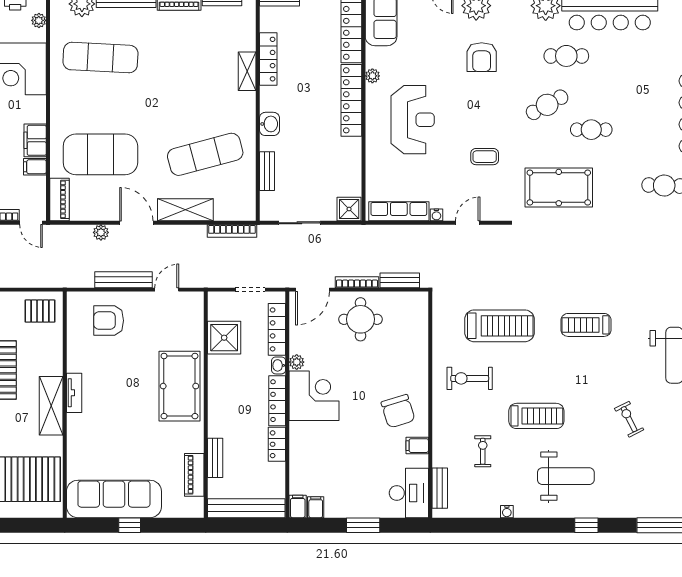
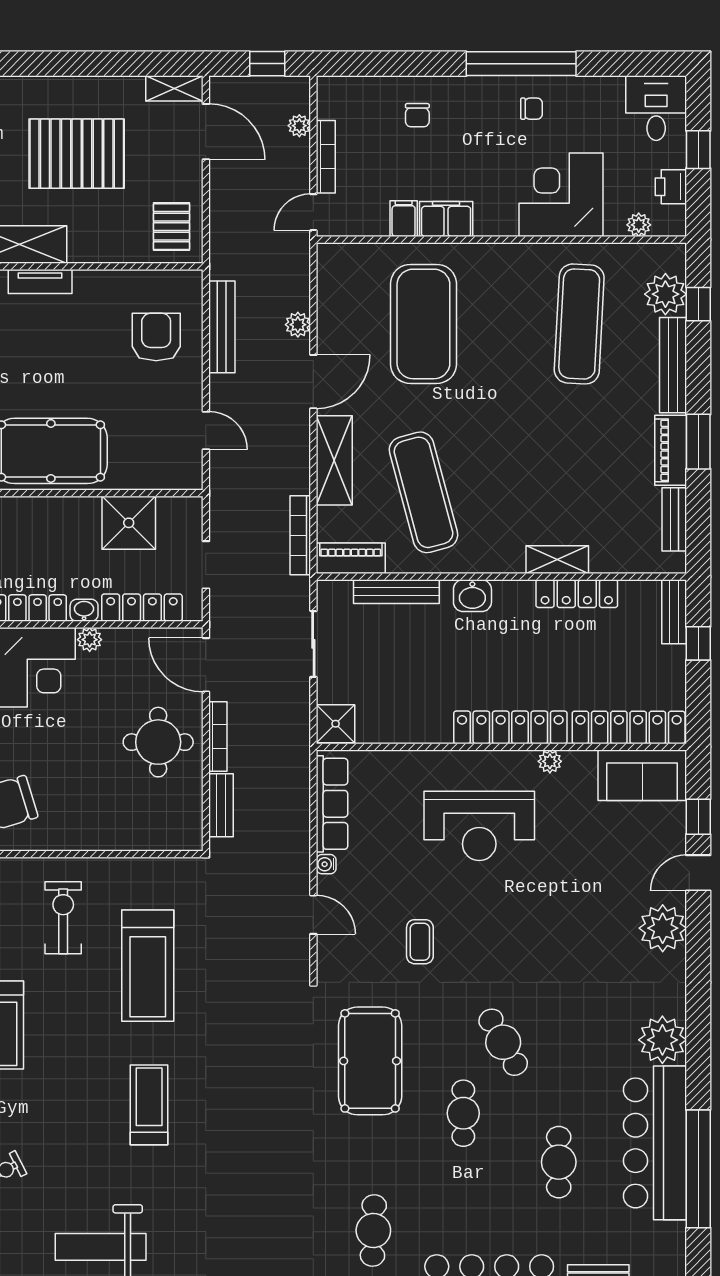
cafe table: (566, 56) -> (559, 1162), moved
armchair: (482, 57) -> (580, 937), removed
bench: (267, 171) -> (396, 592), width x1.36
piano: (59, 199) -> (351, 558), moved, turned 180
bench: (124, 280) -> (222, 327), moved

